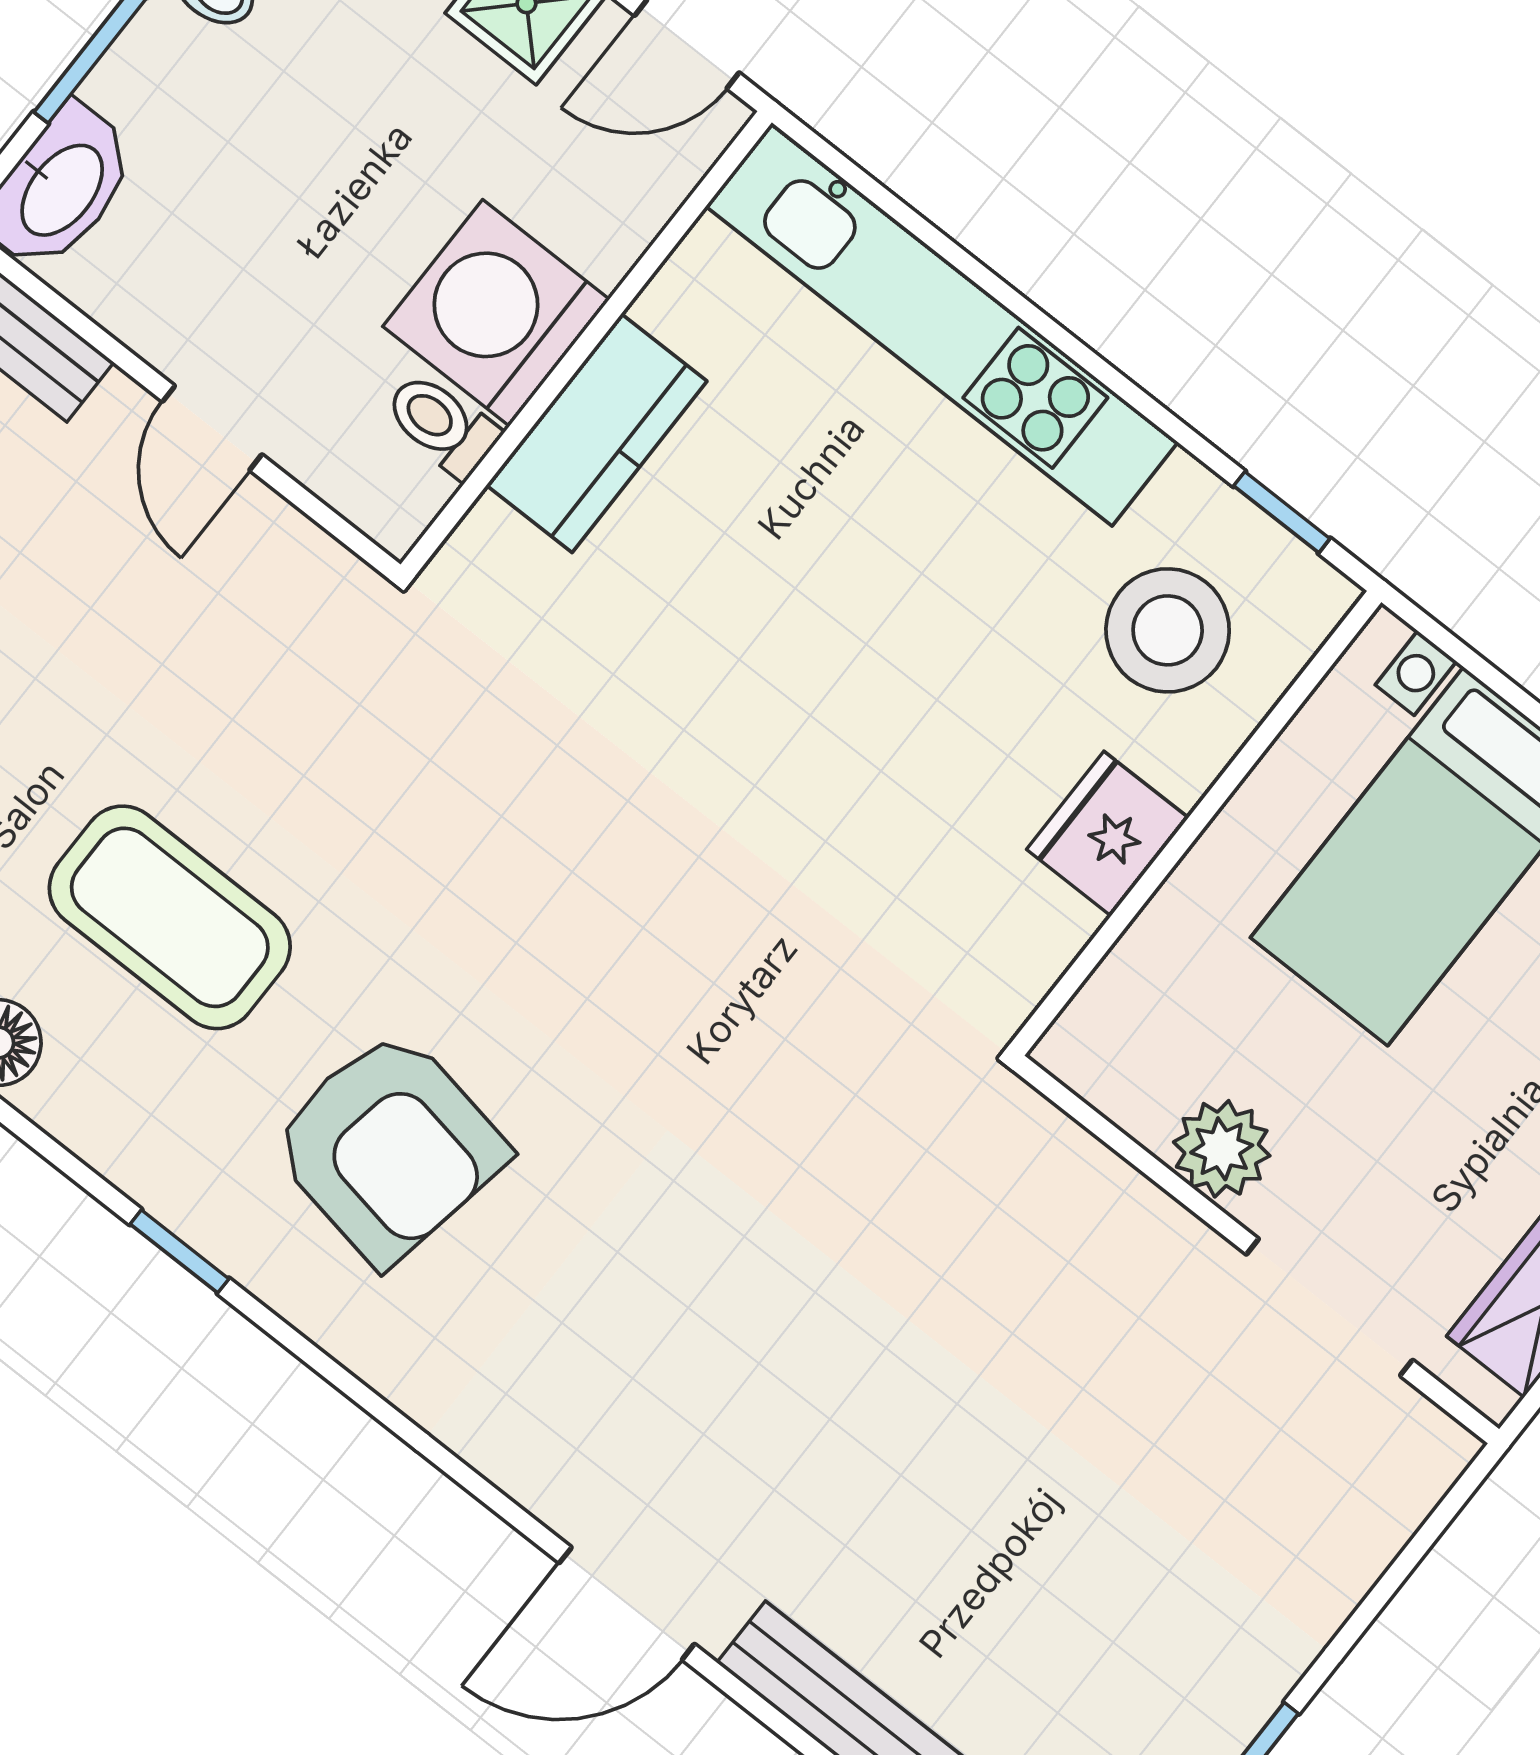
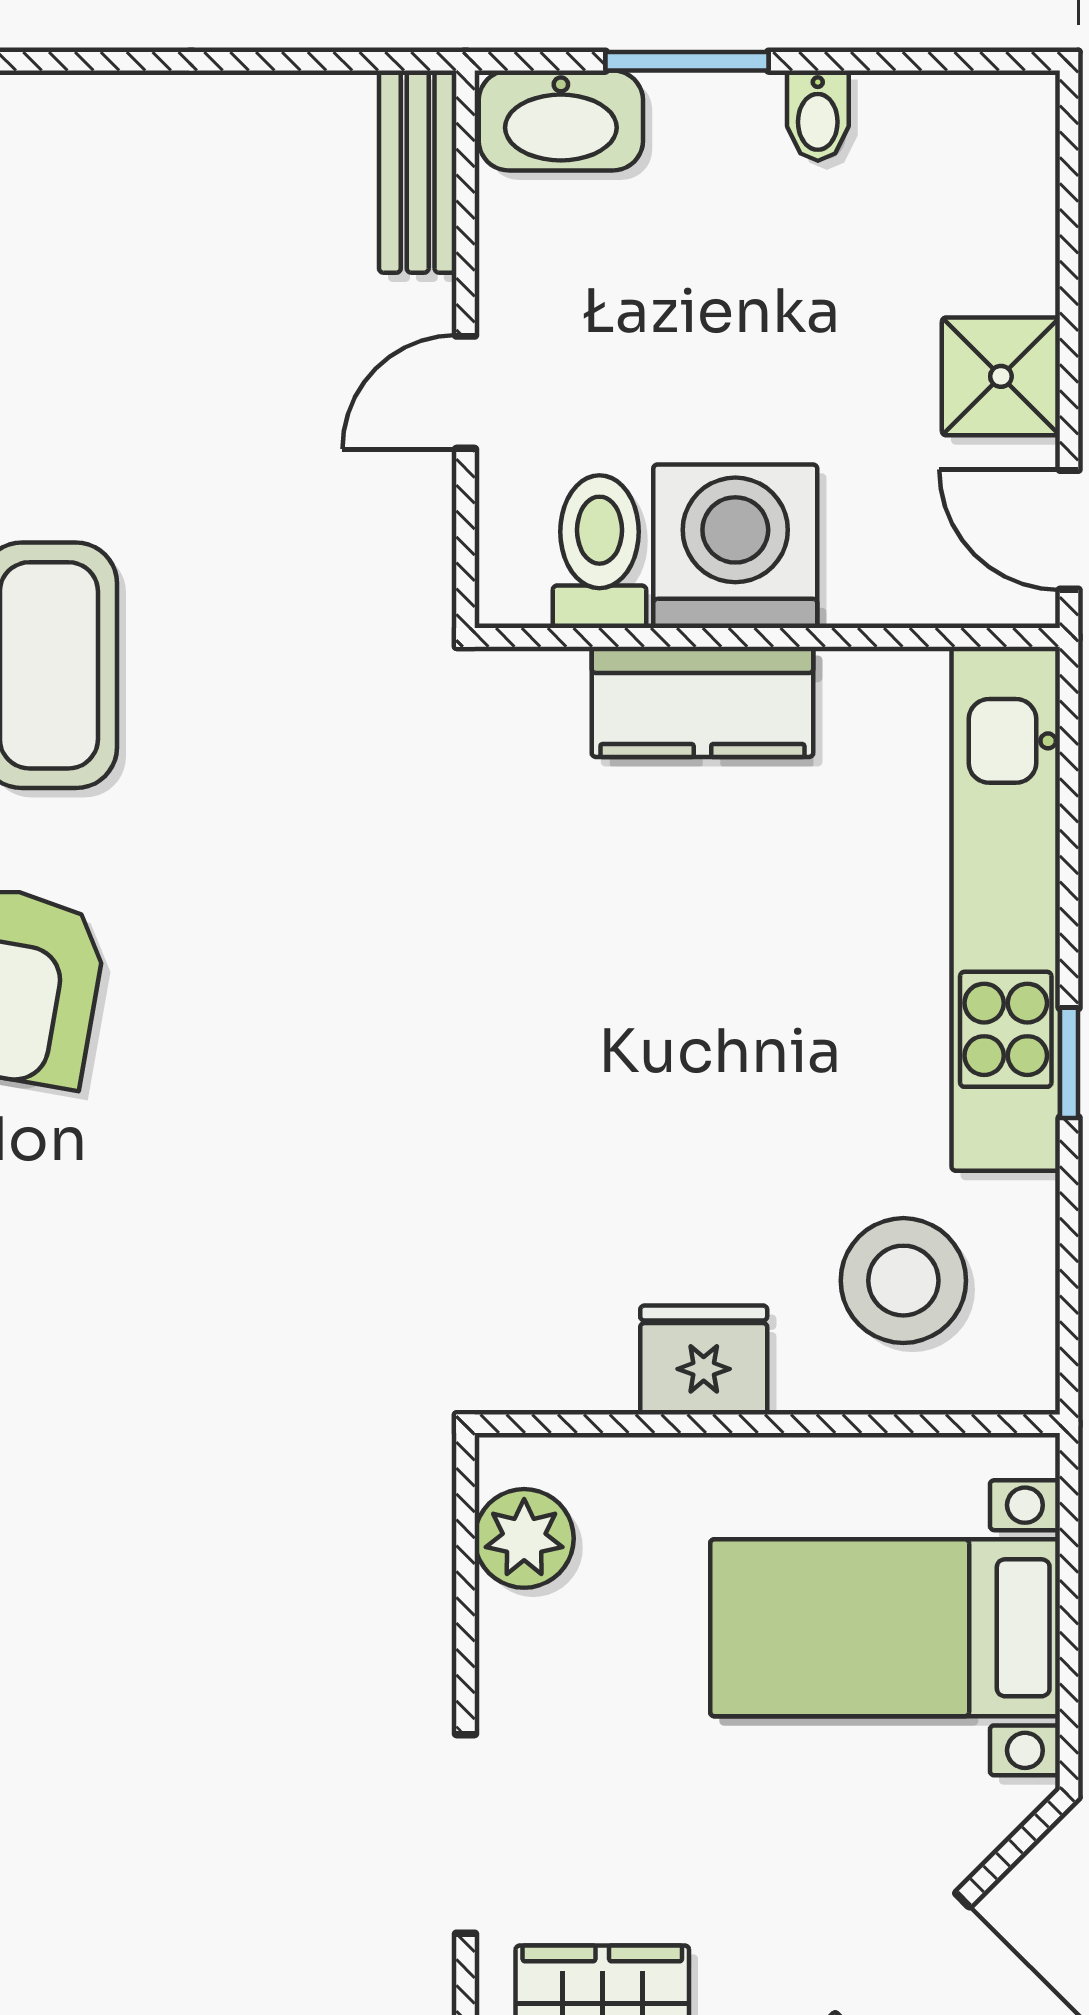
toilet: (442, 425) -> (599, 552), width x1.37, depth x1.39
window: (1282, 512) -> (1069, 1063), moved
plant: (1222, 1149) -> (524, 1538), moved

